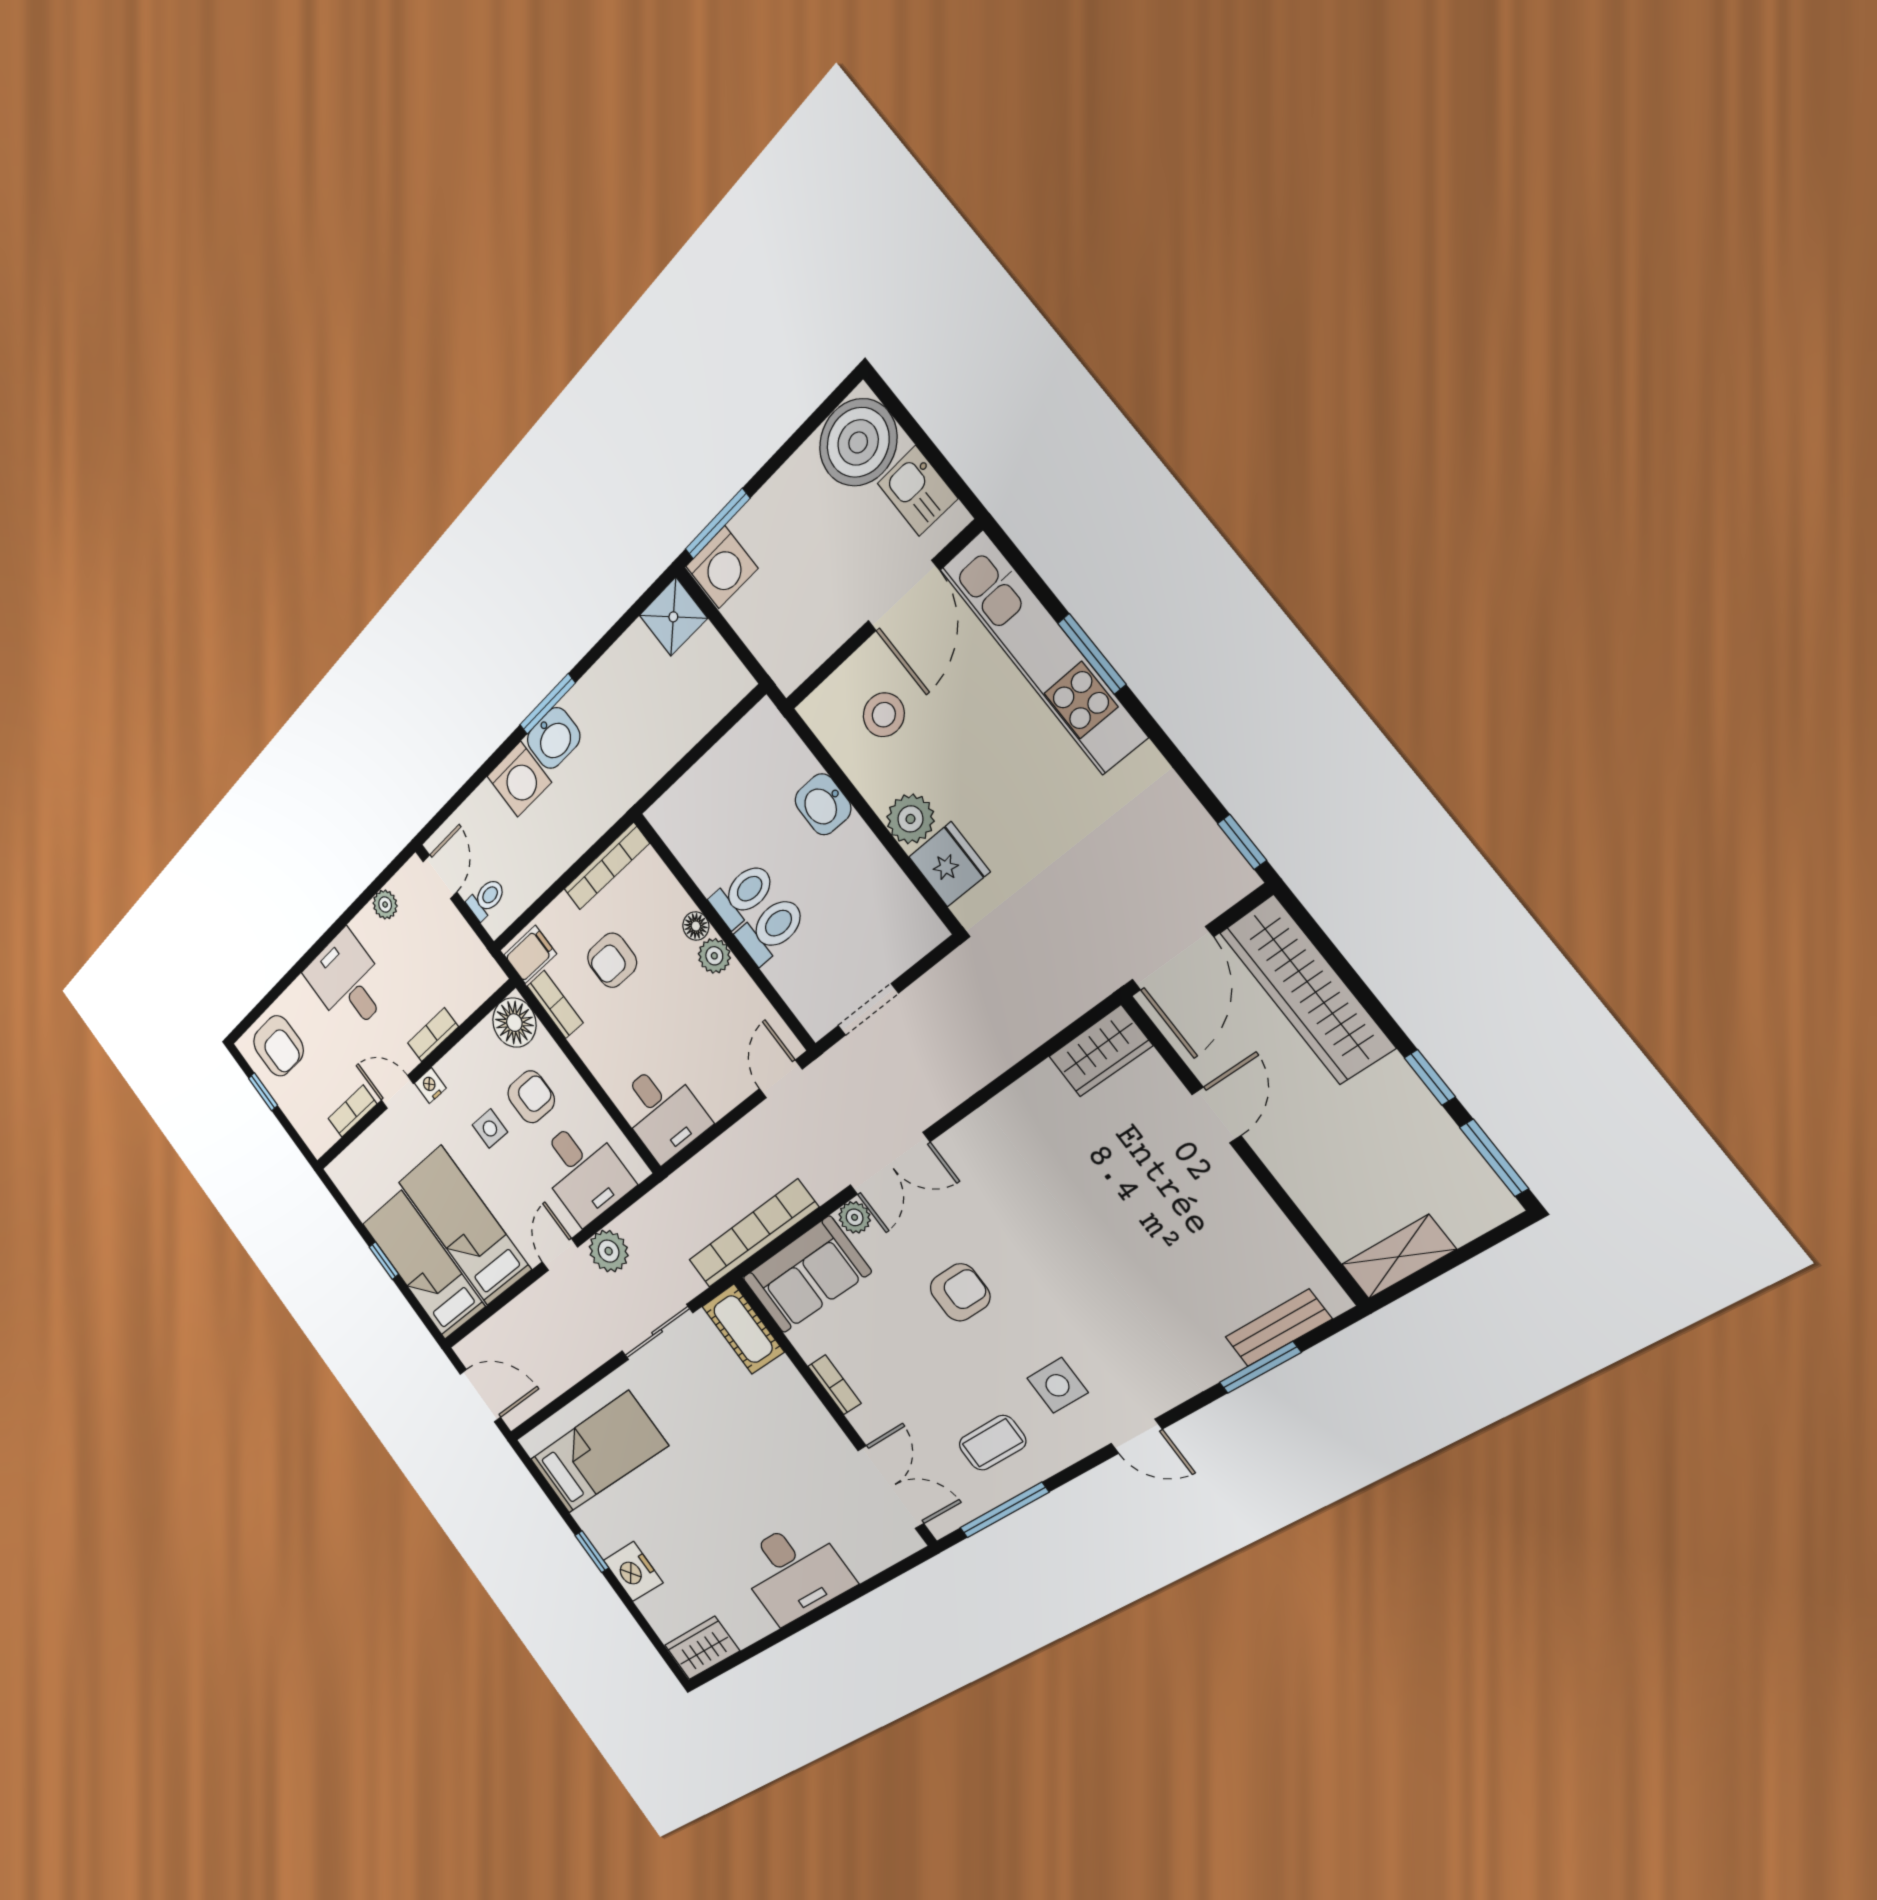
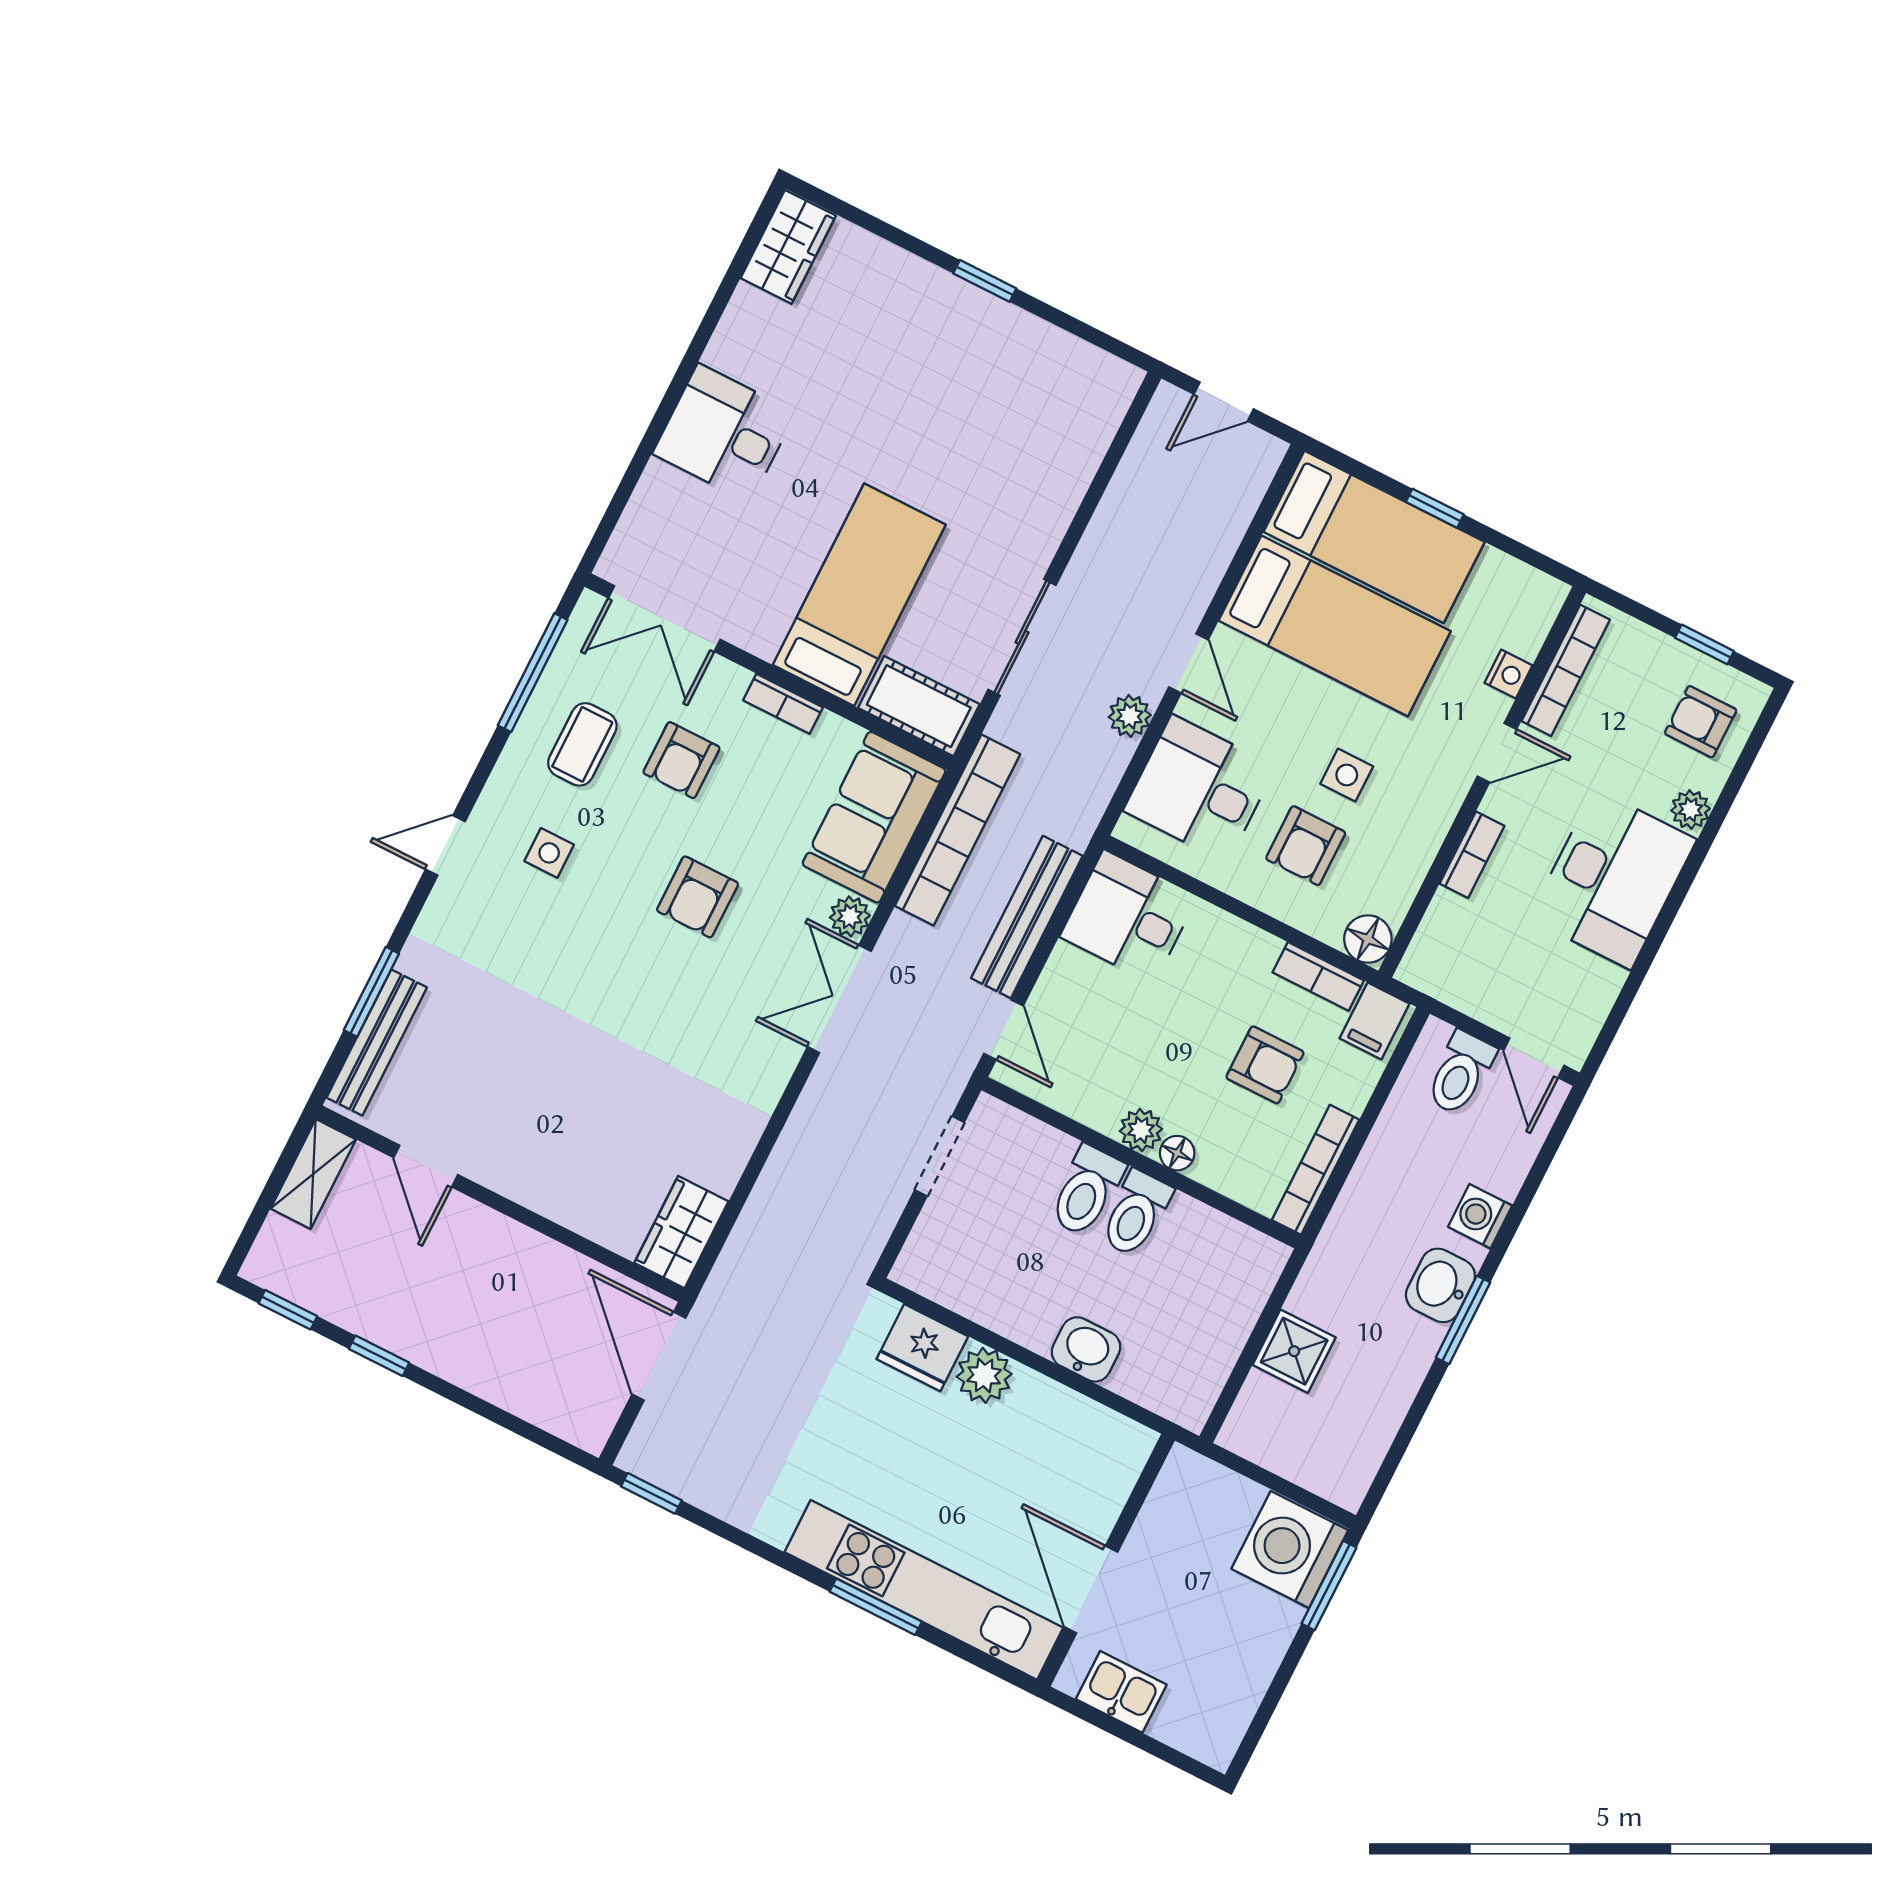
boiler: (858, 442) -> (1204, 1715), removed
washing machine: (722, 567) -> (1290, 1549), width x1.37, depth x1.37
shower: (673, 617) -> (1294, 1351), moved
stool: (884, 715) -> (1060, 1467), removed
washing machine: (519, 779) -> (1480, 1216), width x0.73, depth x0.73
toilet: (486, 899) -> (1460, 1073), width x1.37, depth x1.39
plant: (385, 905) -> (1690, 810), moved
armchair: (612, 960) -> (1265, 1065), turned 90
desk: (348, 982) -> (1613, 879), width x1.37
wardrobe: (1307, 990) -> (524, 1384), removed
floor lamp: (514, 1023) -> (1368, 939), width x0.73, depth x0.73
armchair: (278, 1046) -> (1701, 722), width x0.72, depth x0.72
nightstand: (430, 1086) -> (1509, 674), moved
bookcase: (352, 1111) -> (1566, 670), width x1.56
door: (1216, 1115) -> (426, 1166), moved
bench: (731, 1149) -> (1027, 917), added
window: (1494, 1158) -> (288, 1310), width x0.67
plant: (609, 1251) -> (1130, 716), width x0.73, depth x0.73
bench: (1278, 1328) -> (377, 1043), width x1.36
side table: (1057, 1385) -> (549, 853), width x0.73, depth x0.73
armchair: (925, 1390) -> (681, 760), added
door: (480, 1396) -> (1224, 402), width x0.73
bed: (598, 1452) -> (859, 595), moved, turned 180
nightstand: (633, 1572) -> (919, 291), removed
desk: (794, 1572) -> (724, 433), width x0.73

